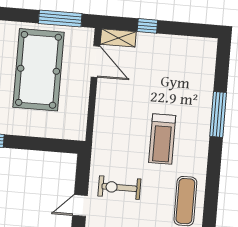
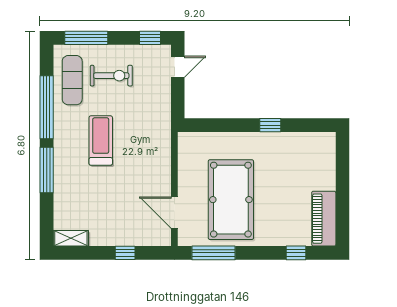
shelving: (118, 38) -> (71, 238), moved
window: (213, 176) -> (47, 107), added
exercise bike: (119, 188) -> (111, 76), moved

